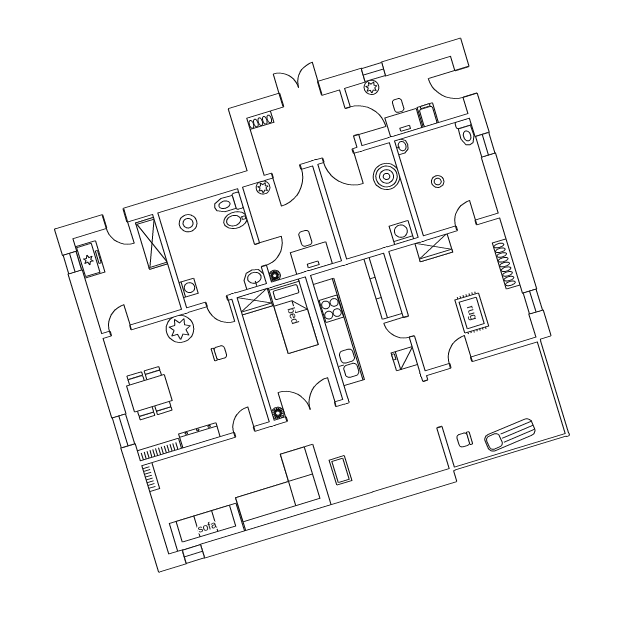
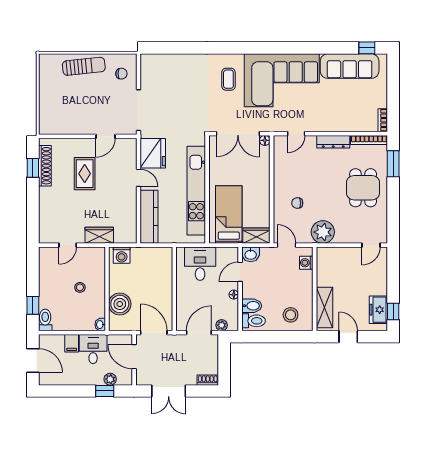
shoe rack: (506, 264) -> (45, 166), moved
floor lamp: (275, 276) -> (234, 295), moved
fridge: (405, 359) -> (153, 153), width x1.88, depth x1.34

